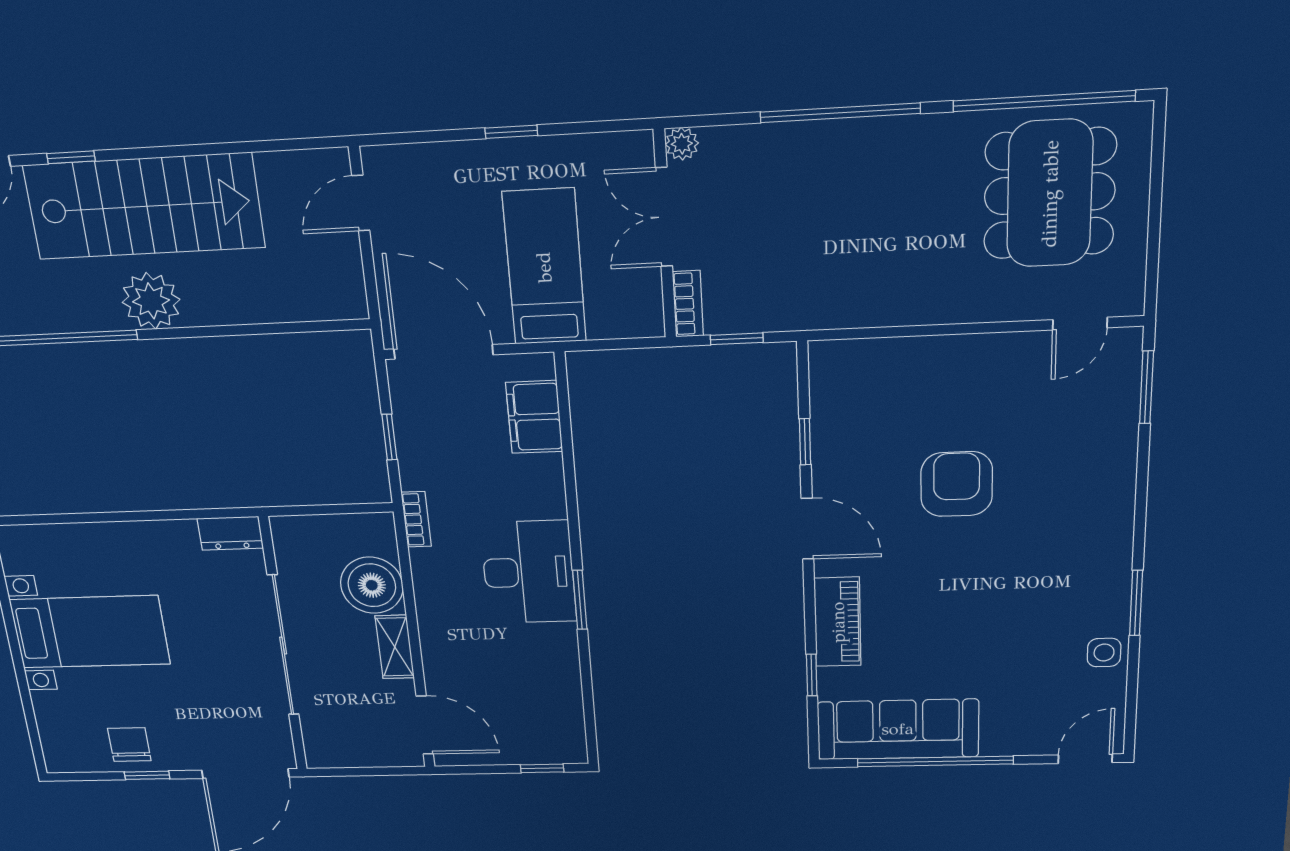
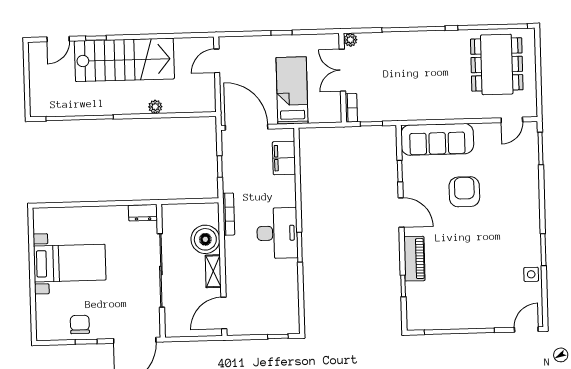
plant: (151, 301) -> (155, 107), moved, width x0.53, depth x0.53
bookcase: (416, 519) -> (229, 214), width x1.56
door: (425, 725) -> (224, 313), swing flipped
sofa: (898, 729) -> (437, 139), moved, turned 180

